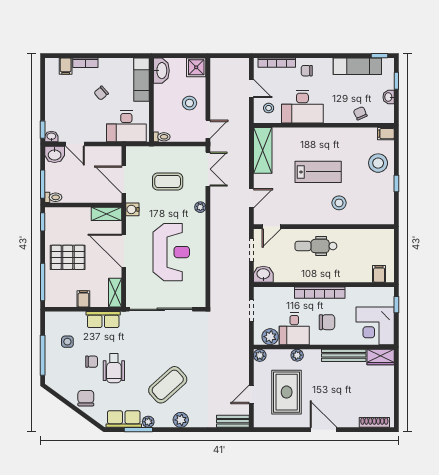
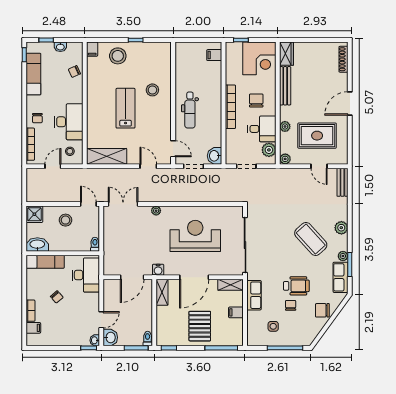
coffee table: (168, 182) -> (134, 239), removed

